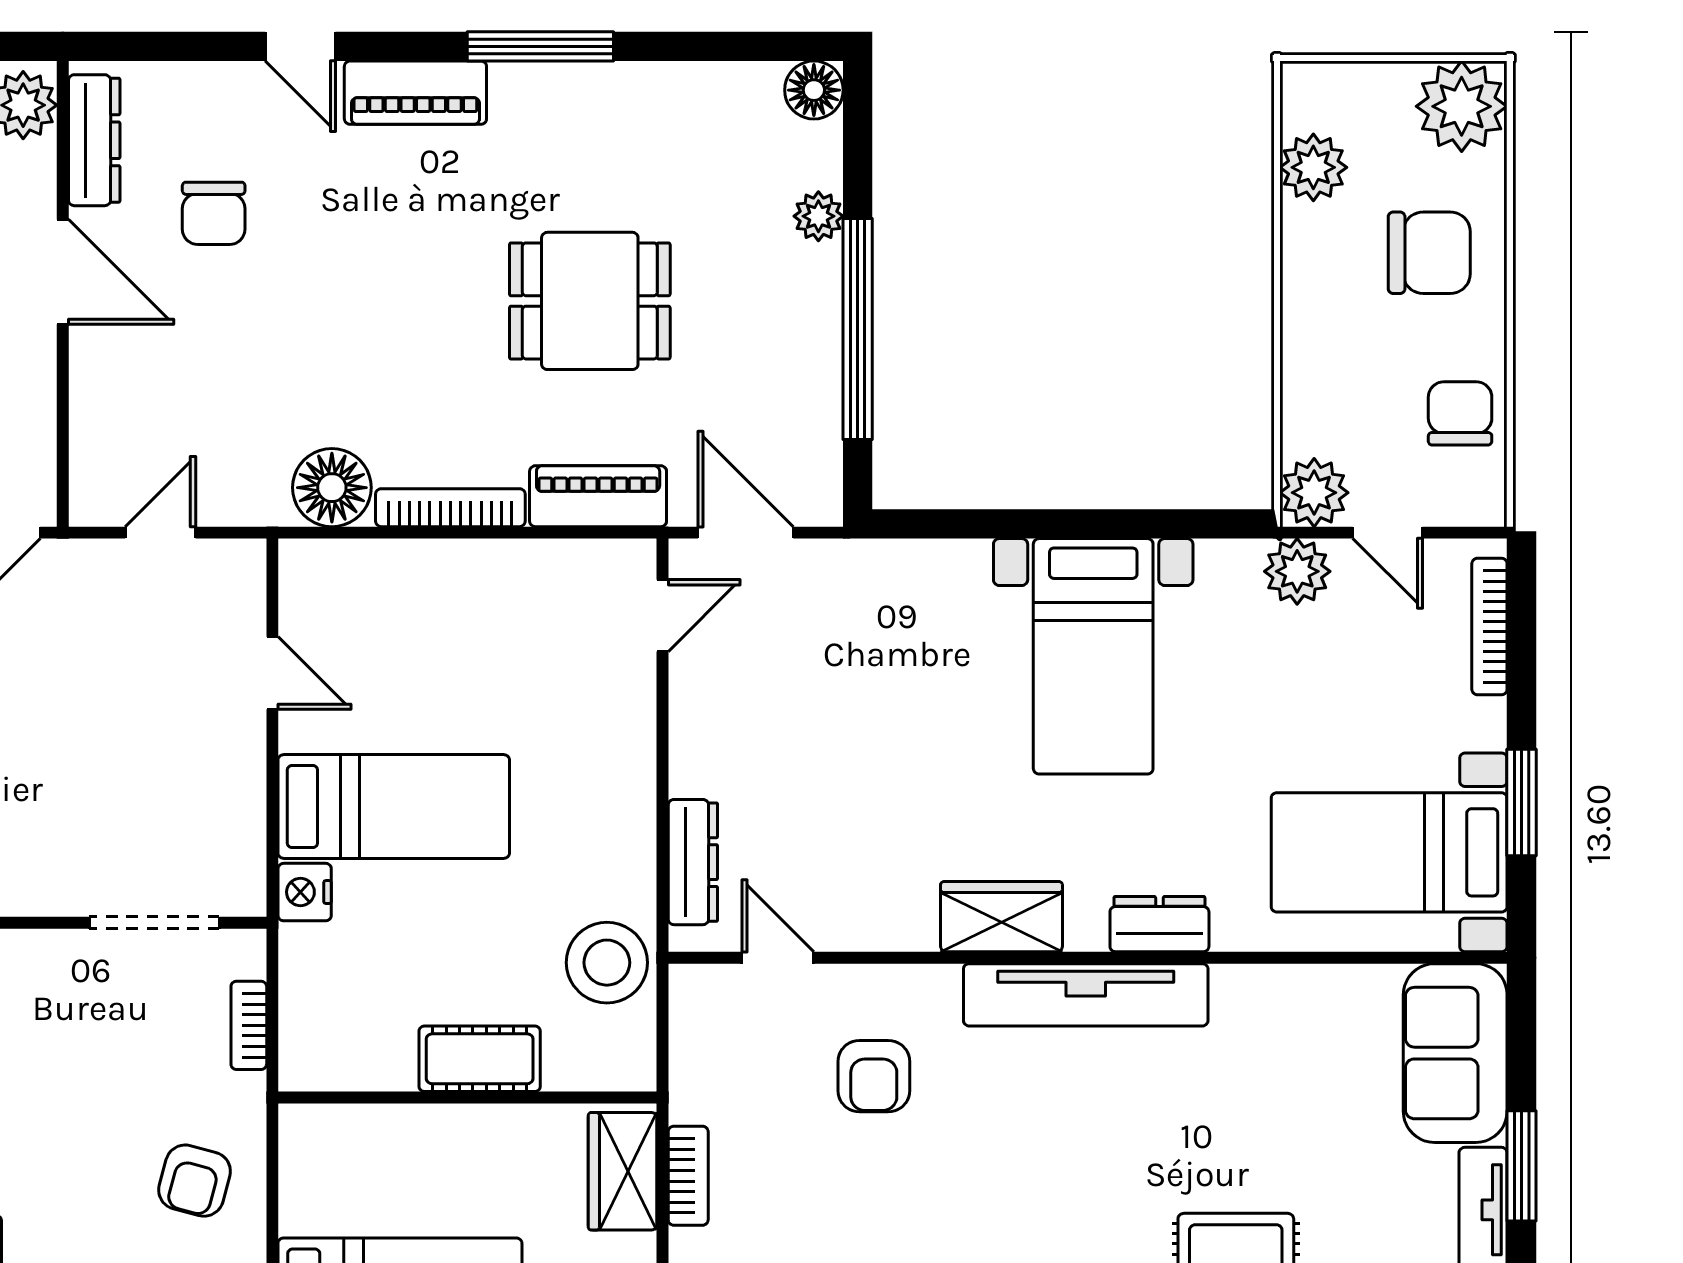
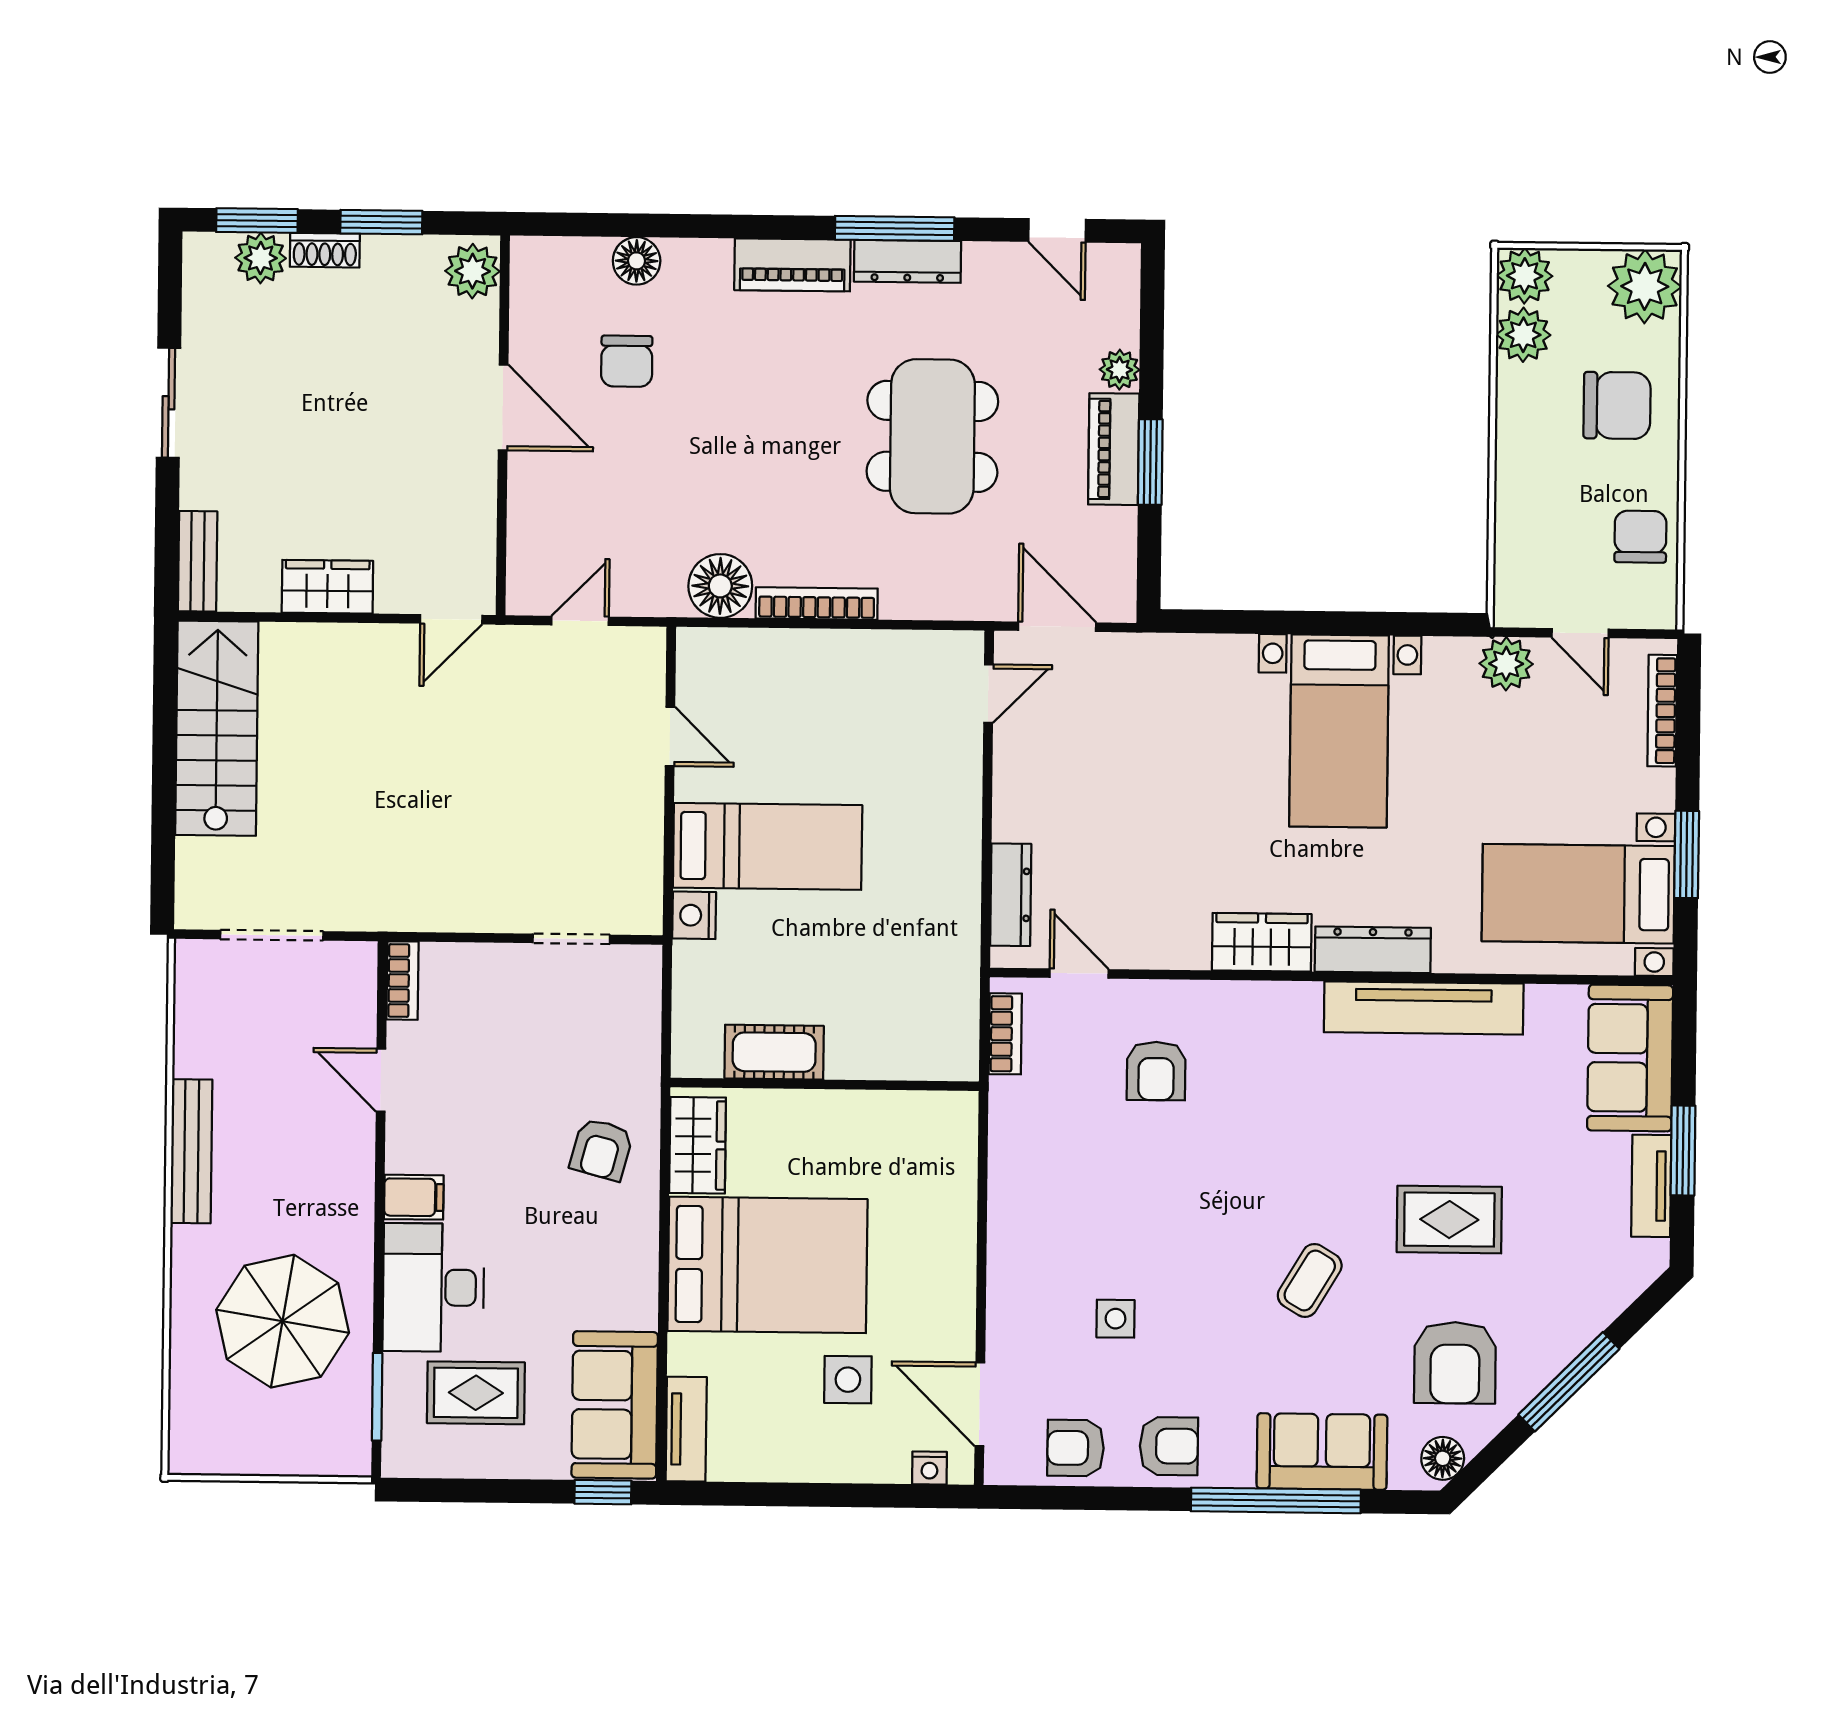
door: (300, 46) -> (1057, 230), moved
floor lamp: (814, 90) -> (637, 261), moved
dresser: (94, 140) -> (907, 261), moved, turned 90
dining table: (590, 301) -> (932, 436), width x1.38
window: (858, 329) -> (1150, 462), width x0.47
plant: (1314, 493) -> (1525, 276), moved
piano: (598, 496) -> (1114, 449), moved, turned -90
doorway: (154, 923) -> (571, 939), width x0.73
dresser: (1159, 924) -> (1373, 950), width x1.44
stool: (607, 963) -> (940, 976), removed
tv unit: (1086, 995) -> (1424, 1008), moved
bookcase: (249, 1025) -> (647, 1023), removed
cot: (480, 1059) -> (774, 1052), moved
wardrobe: (623, 1171) -> (698, 1145), moved, turned 180
bookcase: (688, 1176) -> (1005, 1034), moved

